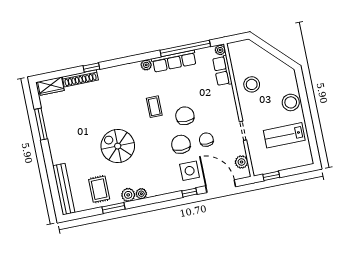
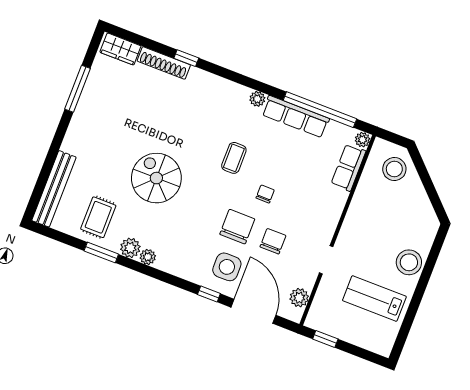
stool: (252, 84) -> (394, 169), moved
chair: (185, 116) -> (265, 194), width x0.54, depth x0.54

